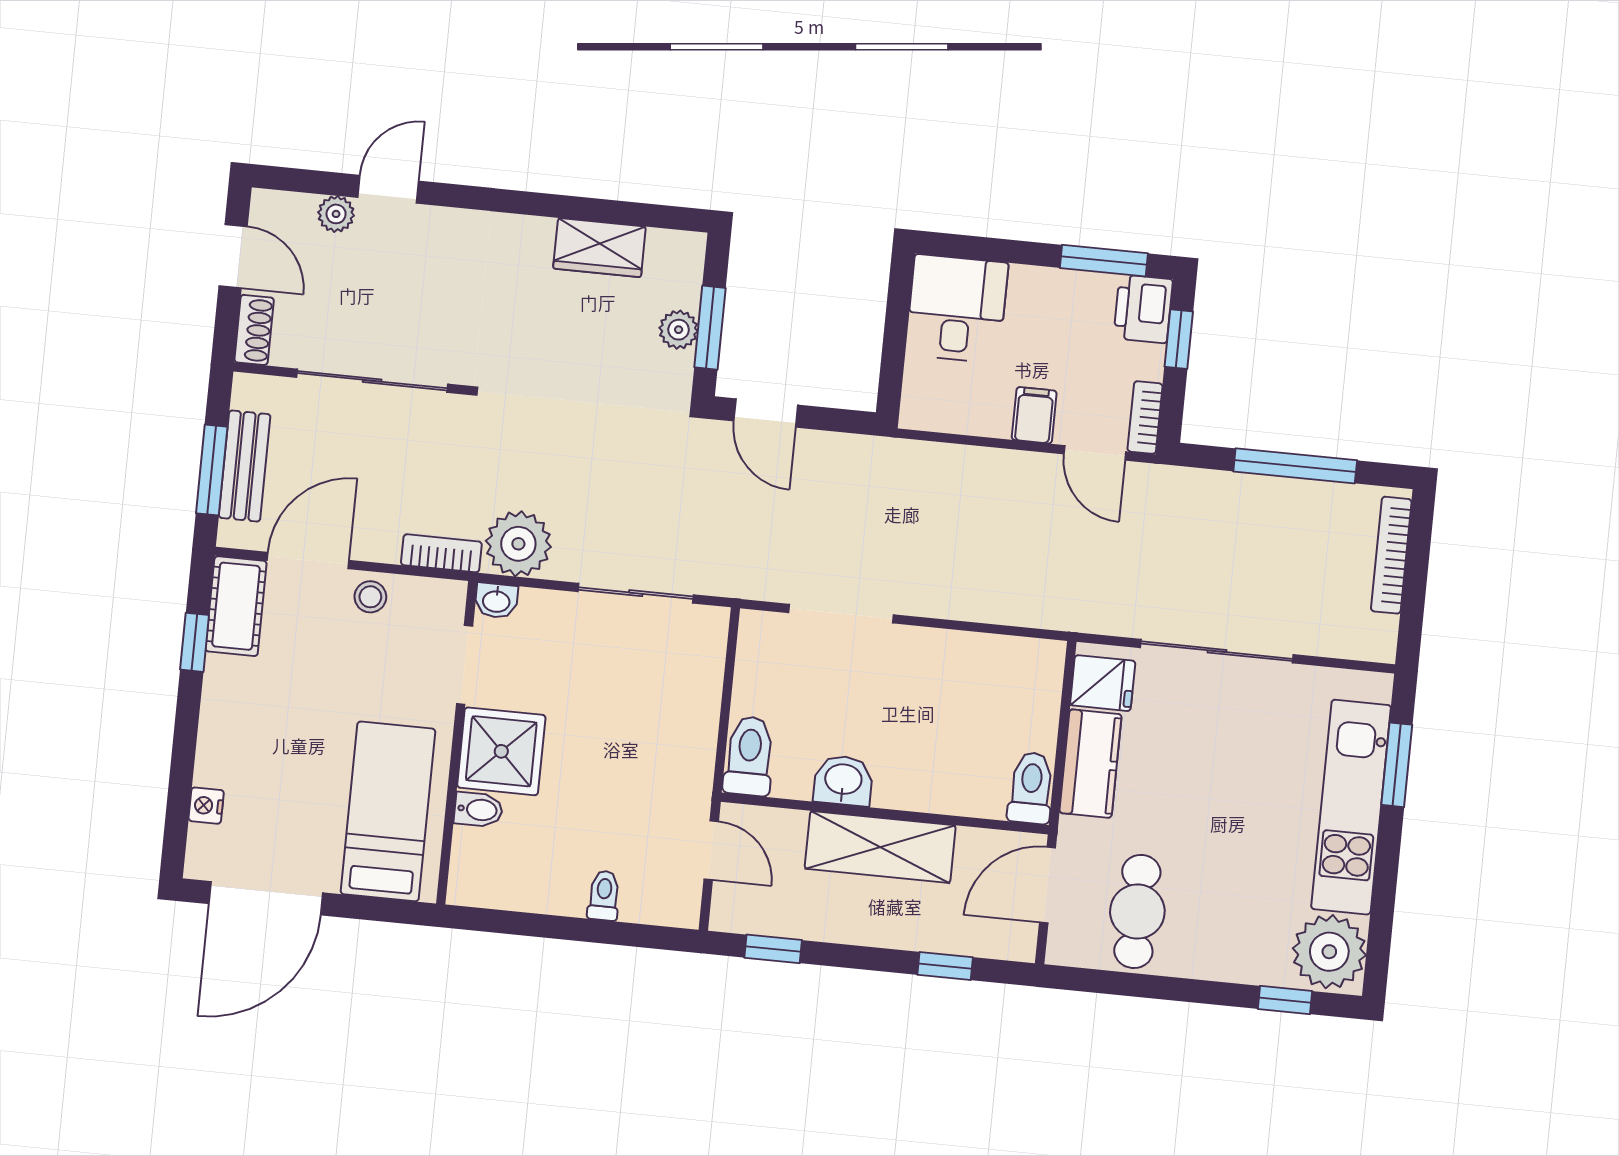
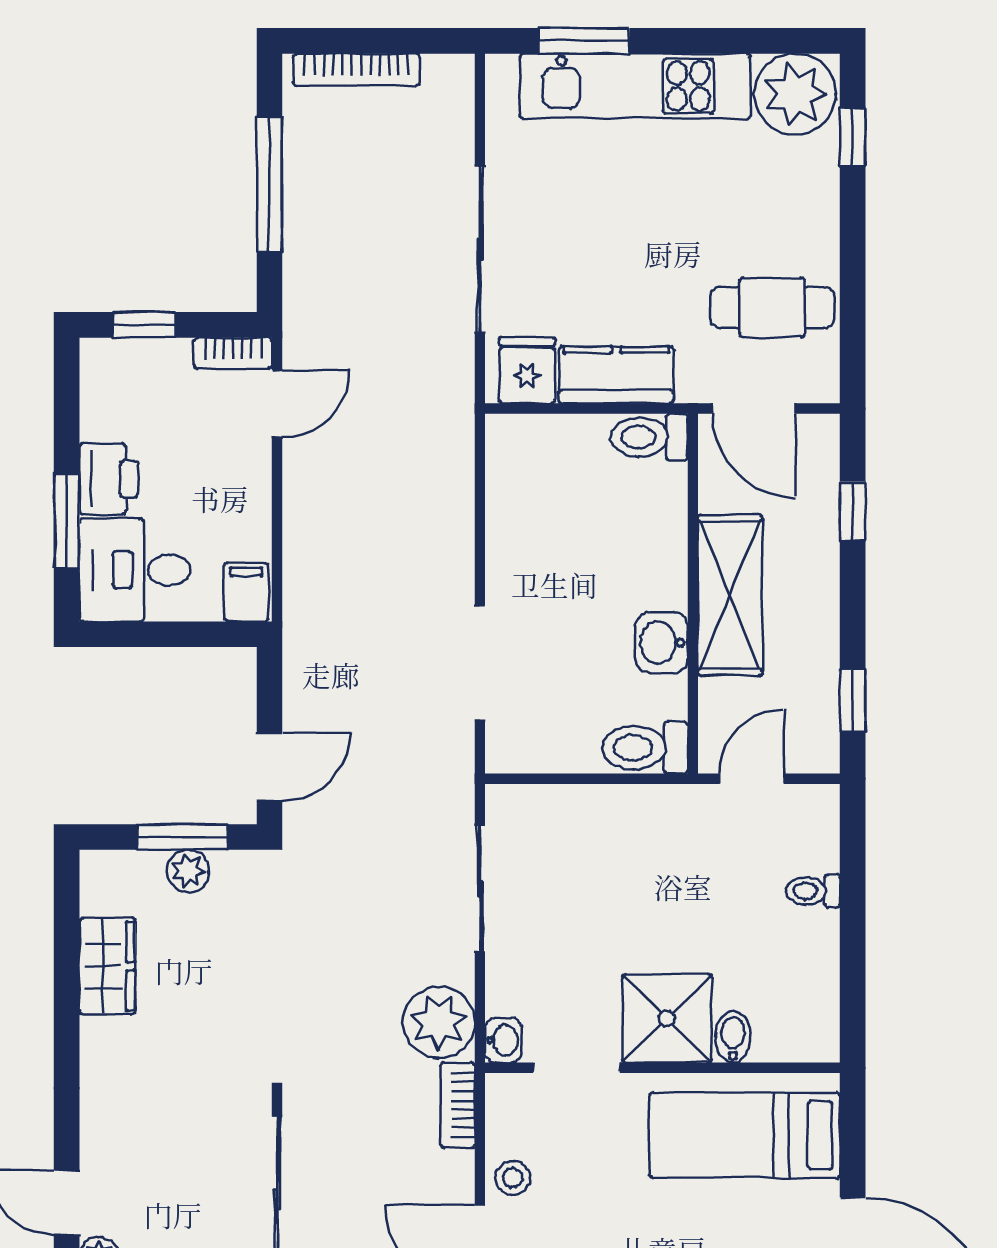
window: (1104, 261) -> (67, 521), moved
printer: (1143, 309) -> (109, 479), moved, turned -90
filing cabinet: (1034, 415) -> (246, 592), moved, turned 90

